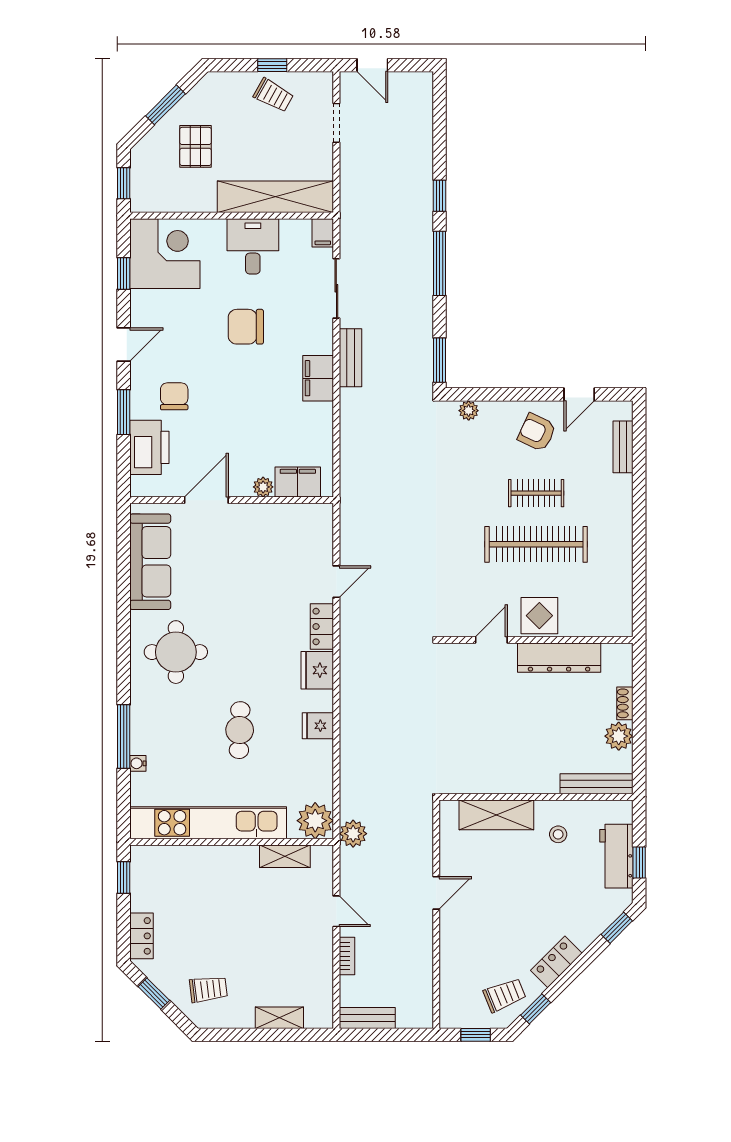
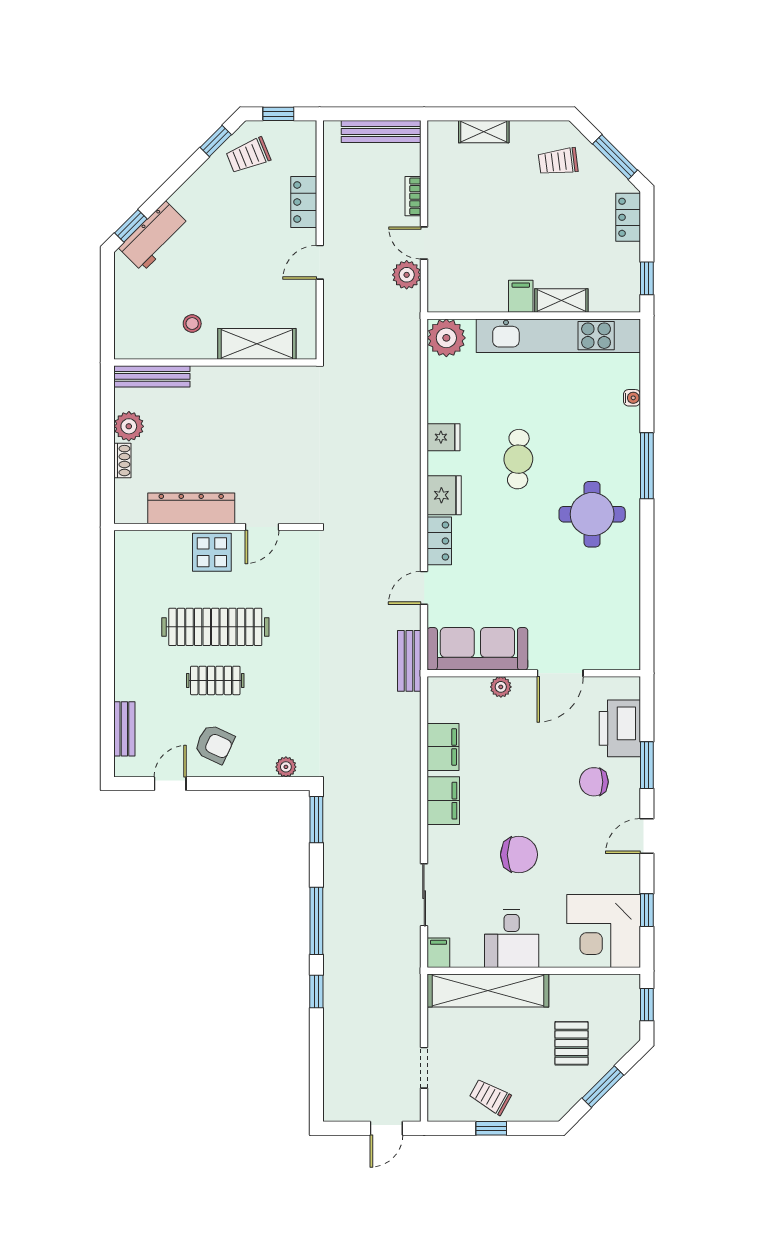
door: (372, 65) -> (386, 1128), swing flipped
bench: (351, 358) -> (409, 661), moved
chair: (174, 396) -> (594, 782), turned 90
filing cabinet: (298, 482) -> (443, 747), moved, turned -90
sofa: (150, 562) -> (477, 649), moved, turned 90
cafe table: (240, 730) -> (518, 459), moved
window: (124, 737) -> (647, 466), moved
plant: (353, 834) -> (407, 275), moved
shelving: (285, 856) -> (561, 301), moved
workbench: (616, 856) -> (154, 236), moved, turned 45
filing cabinet: (244, 860) -> (521, 296), added
window: (639, 862) -> (107, 294), removed
locker: (556, 962) -> (304, 202), moved, turned 135
window: (154, 994) -> (615, 157), width x1.50
bench: (367, 1018) -> (381, 131), width x1.36

